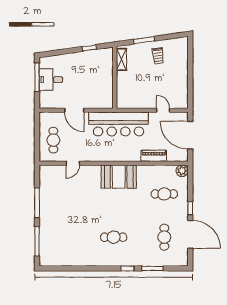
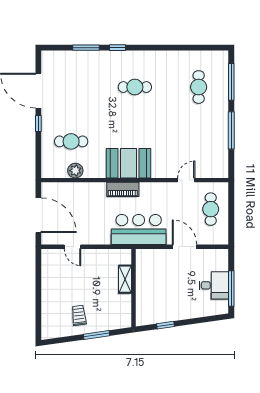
shelving: (121, 59) -> (125, 279), moved
bar counter: (119, 124) -> (139, 229), width x0.73
piano: (154, 156) -> (123, 189), moved
plant: (182, 171) -> (75, 171), moved
cafe table: (164, 237) -> (199, 87), moved

